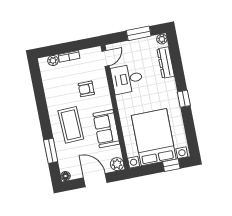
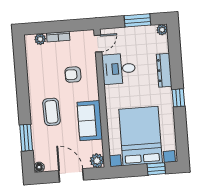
dresser: (166, 63) -> (164, 70), moved
coffee table: (71, 125) -> (51, 112), width x0.73, depth x0.76

